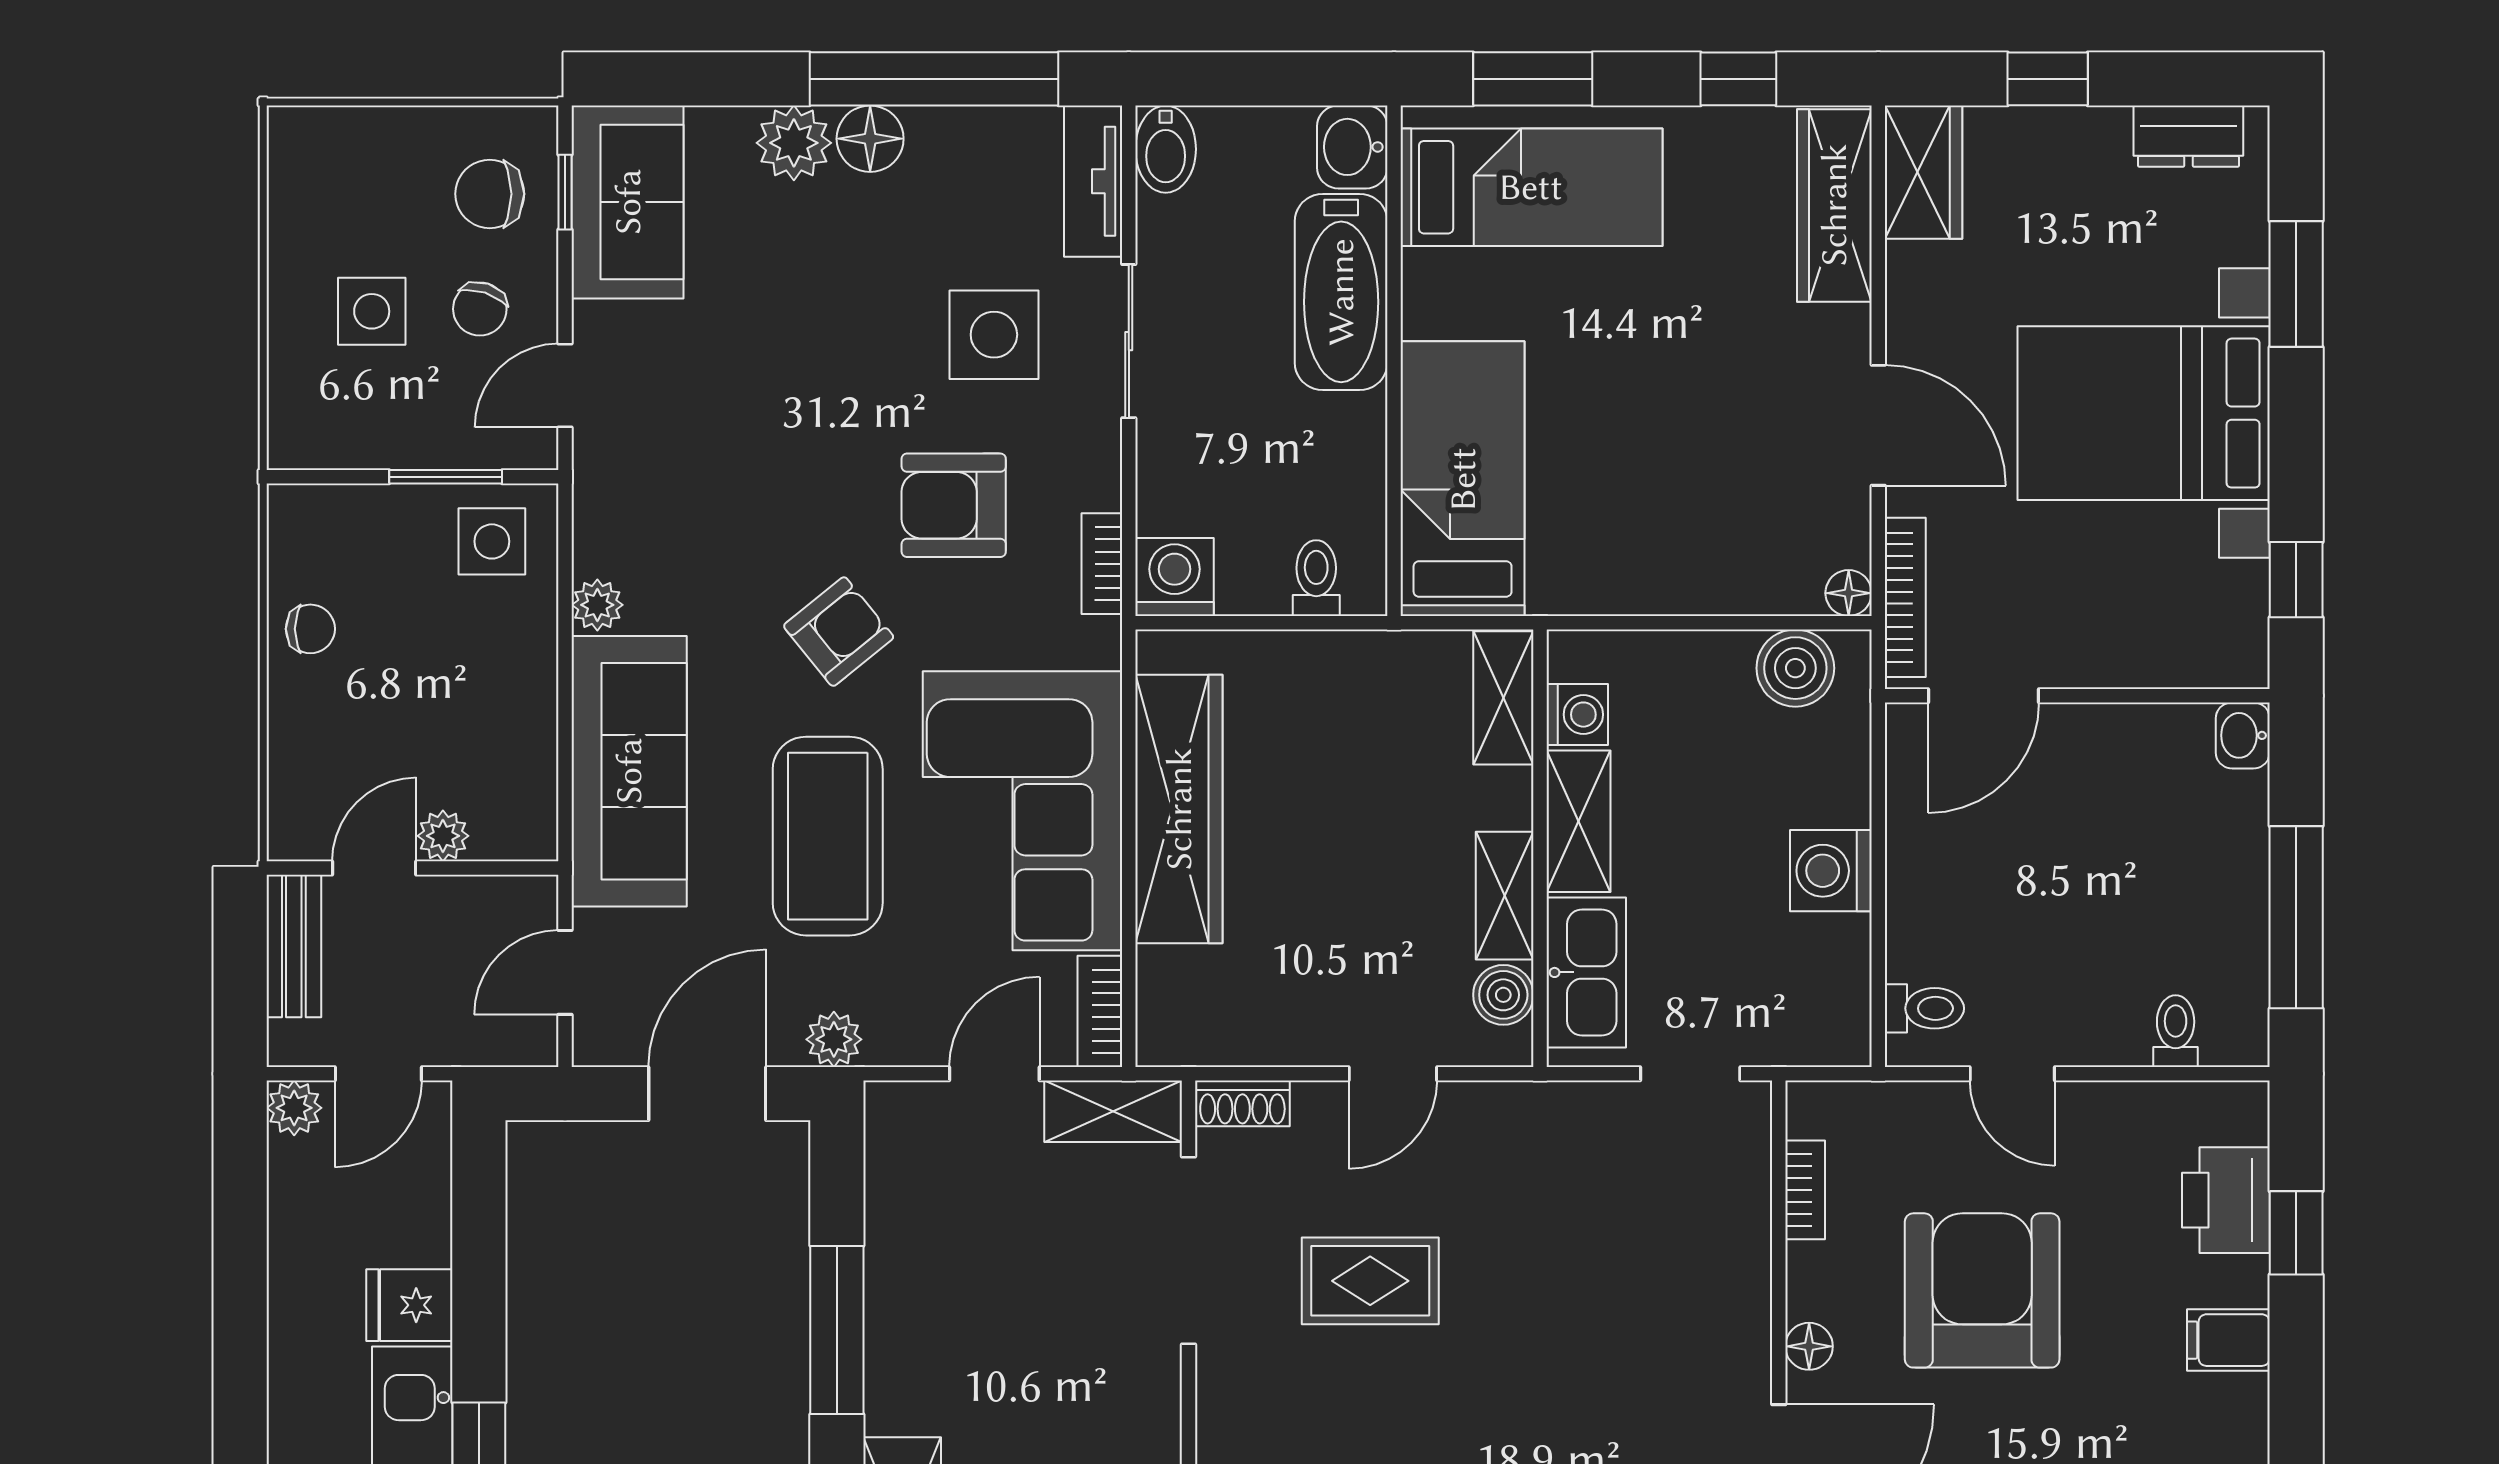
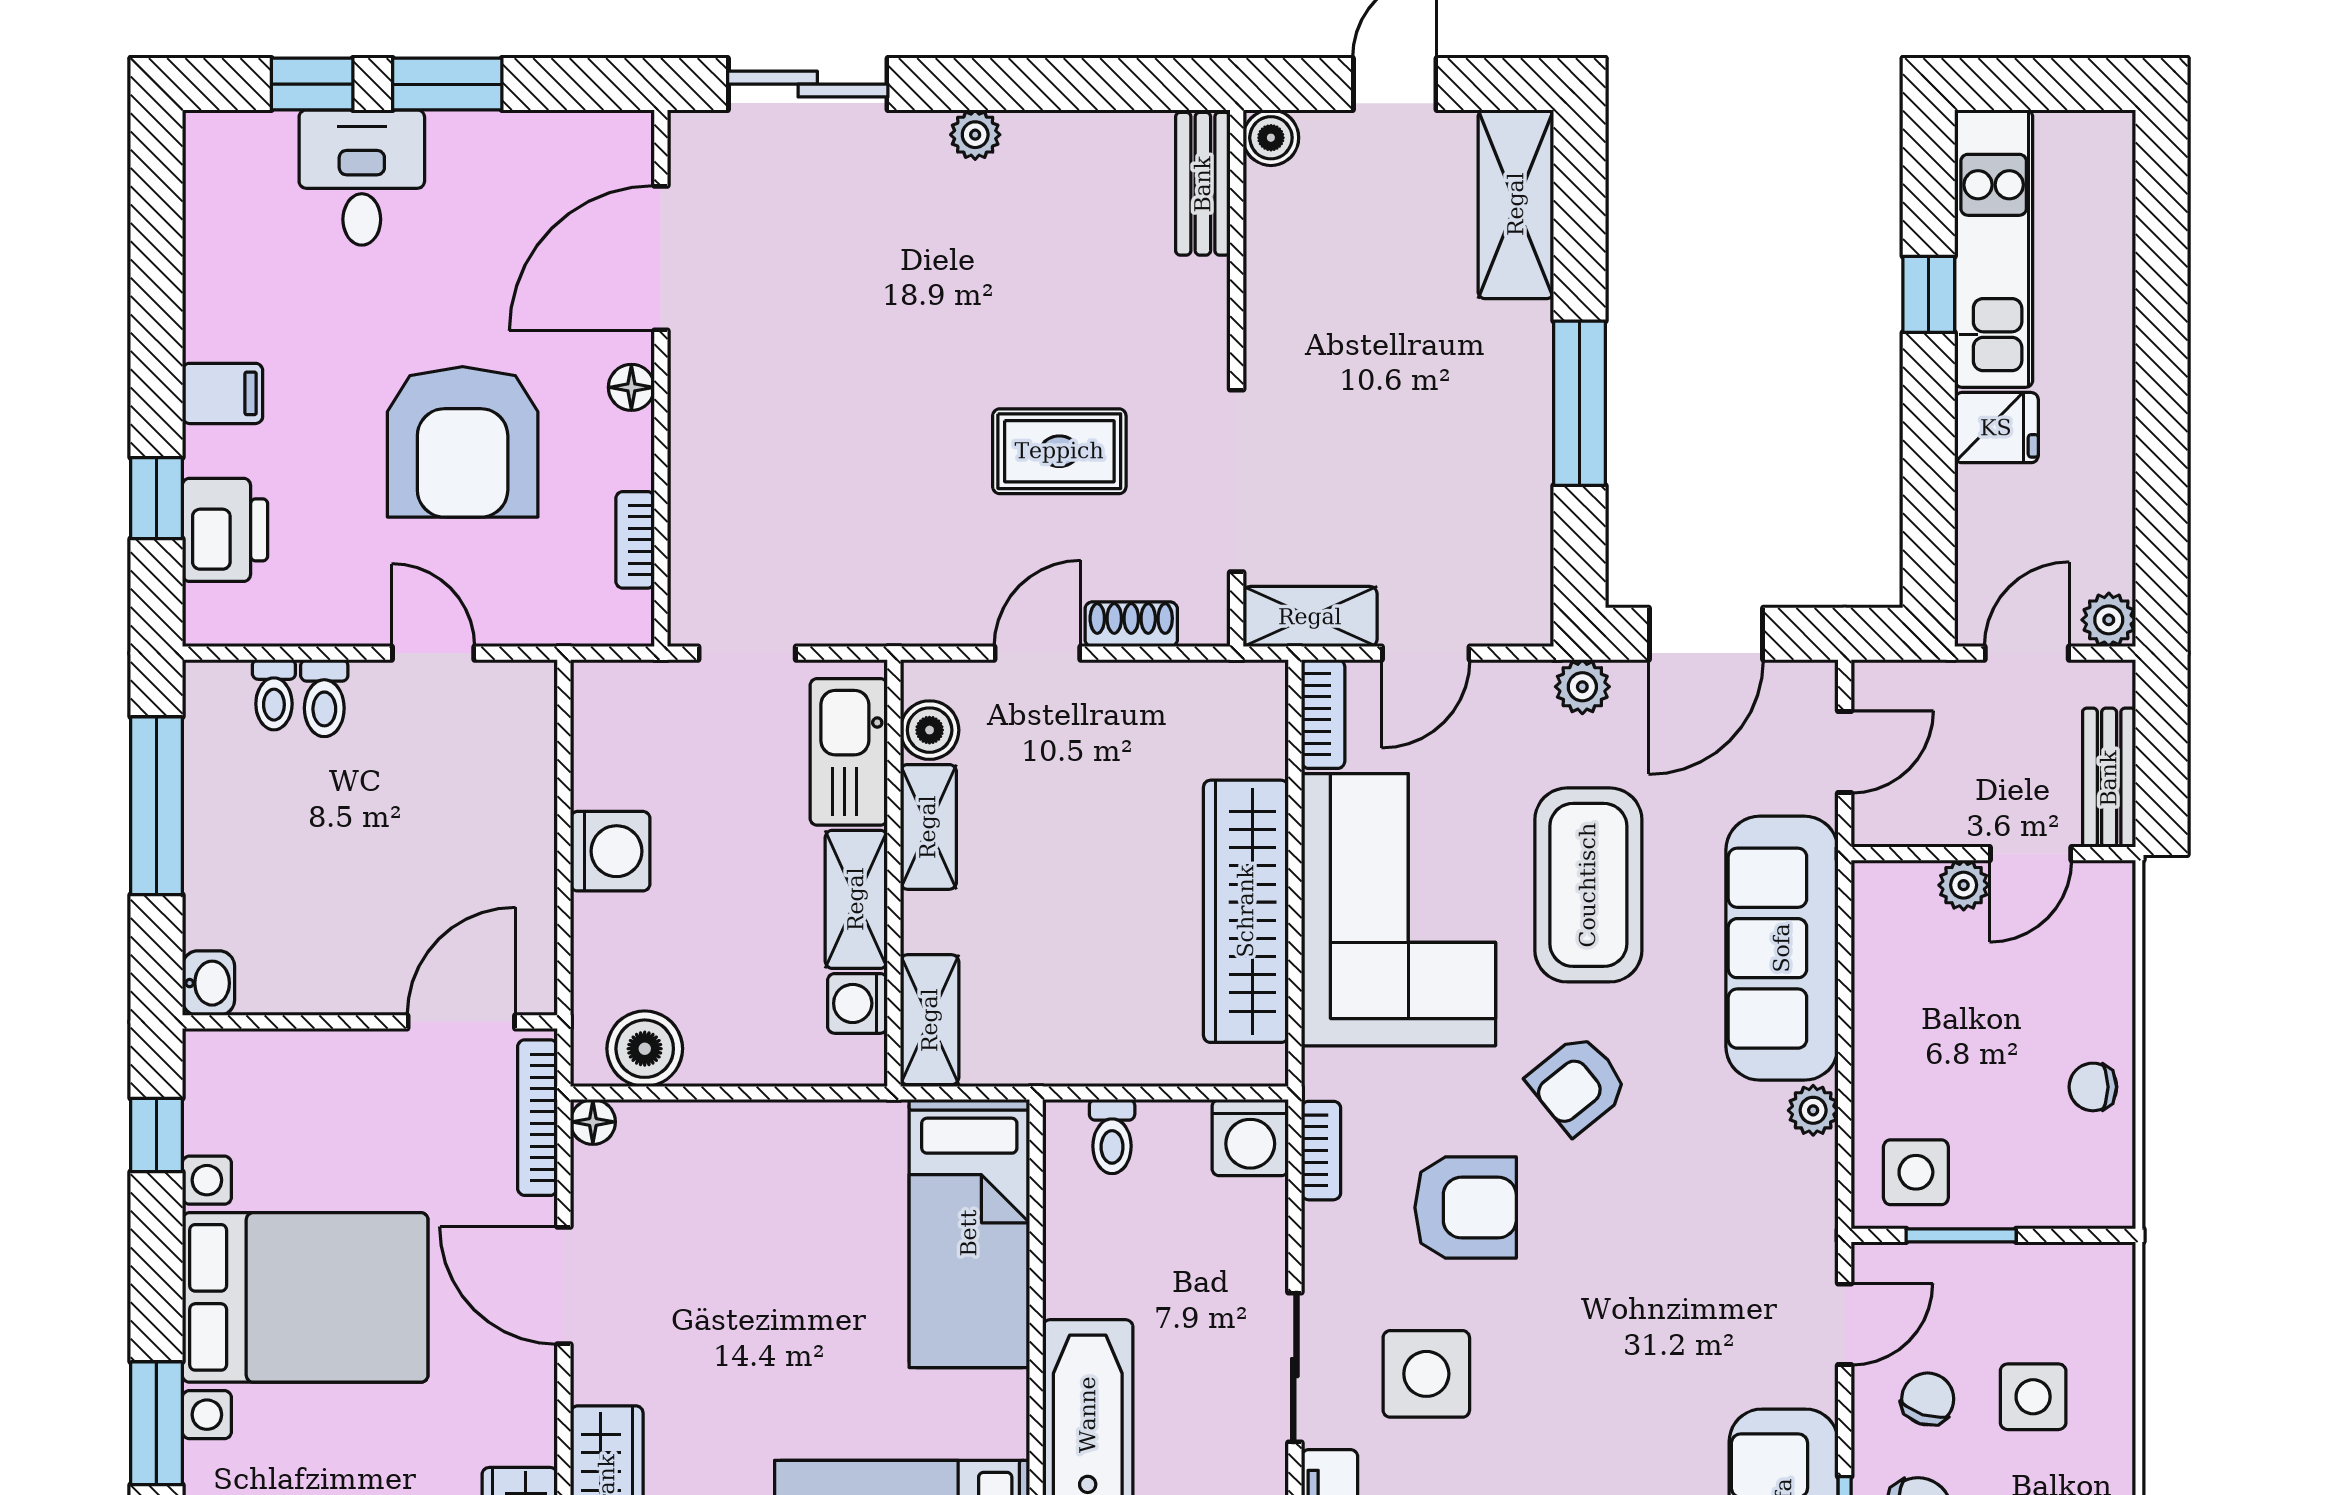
toilet: (1924, 1008) -> (324, 698), moved, turned -90
shoe rack: (1242, 1103) -> (1131, 624), moved

